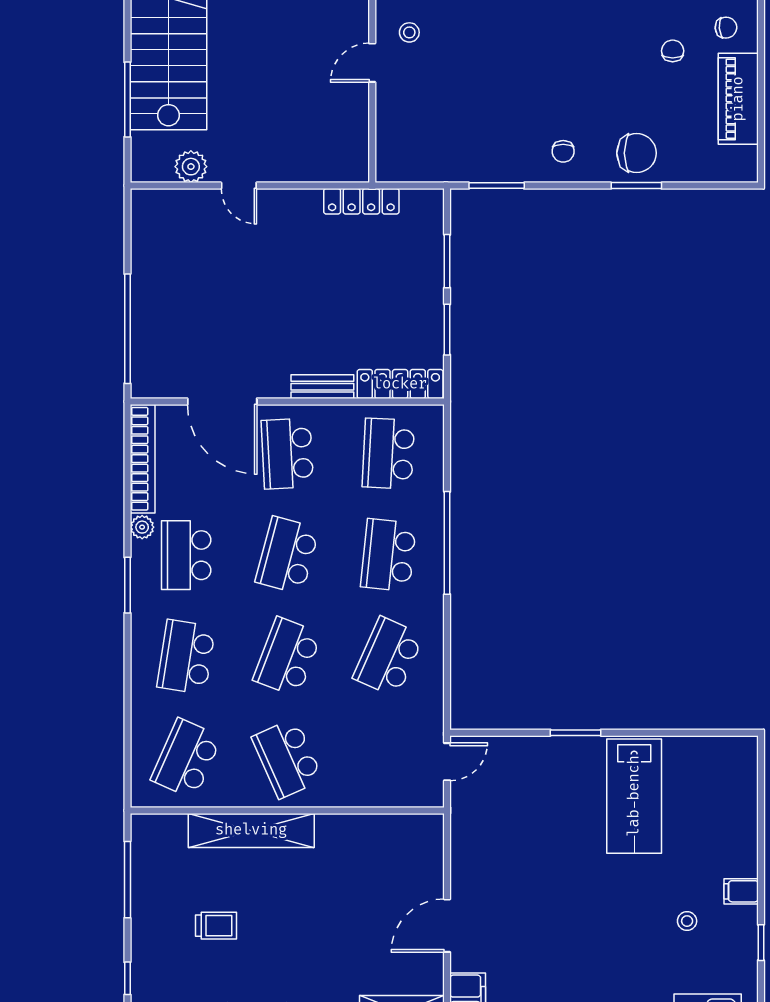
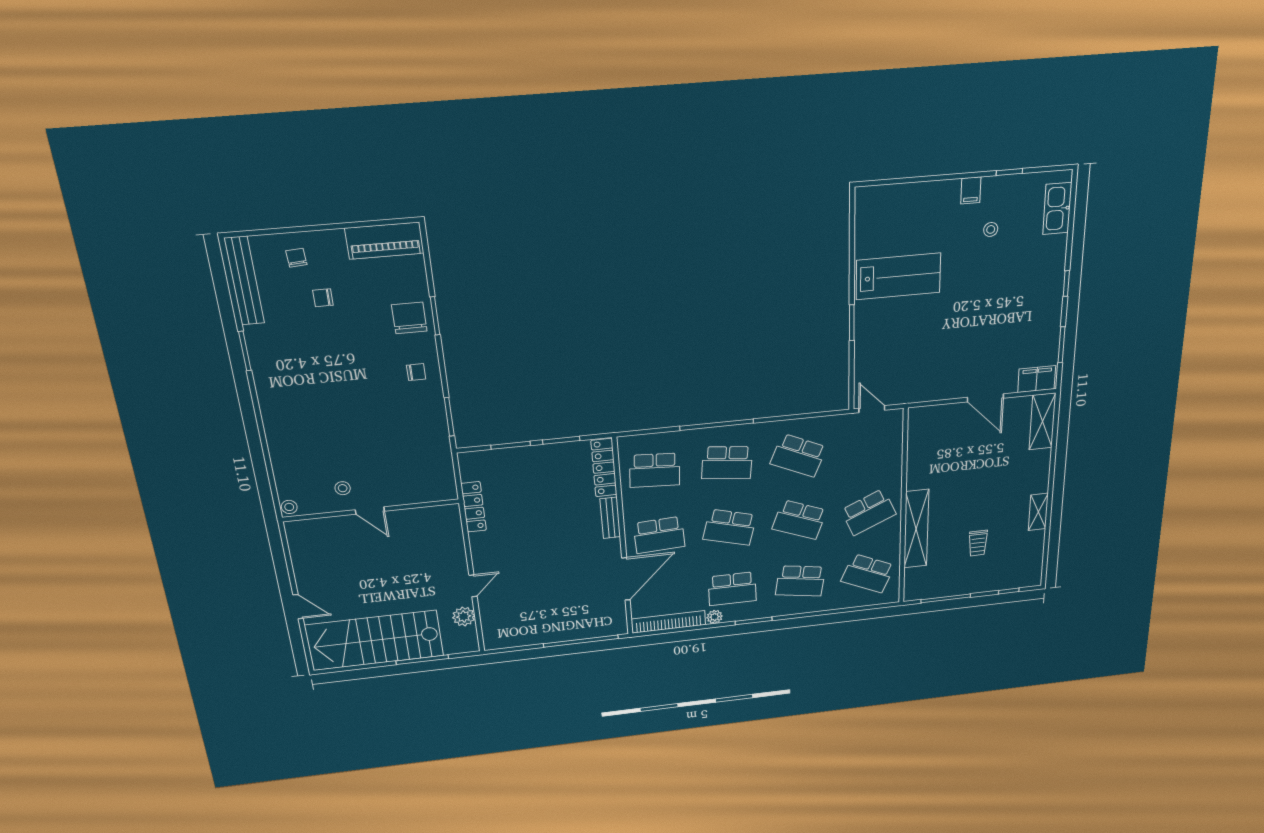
piano: (738, 99) -> (384, 241), moved
trolley: (216, 926) -> (978, 543), turned 180

